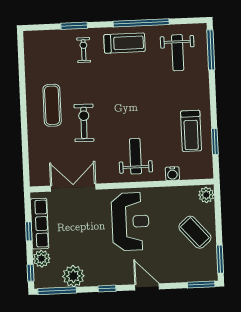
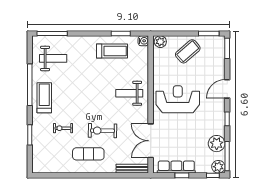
exercise bike: (84, 50) -> (63, 128), moved
bench: (35, 165) -> (132, 169), added
water cooler: (172, 174) -> (143, 41), moved
plant: (42, 259) -> (218, 167), moved

